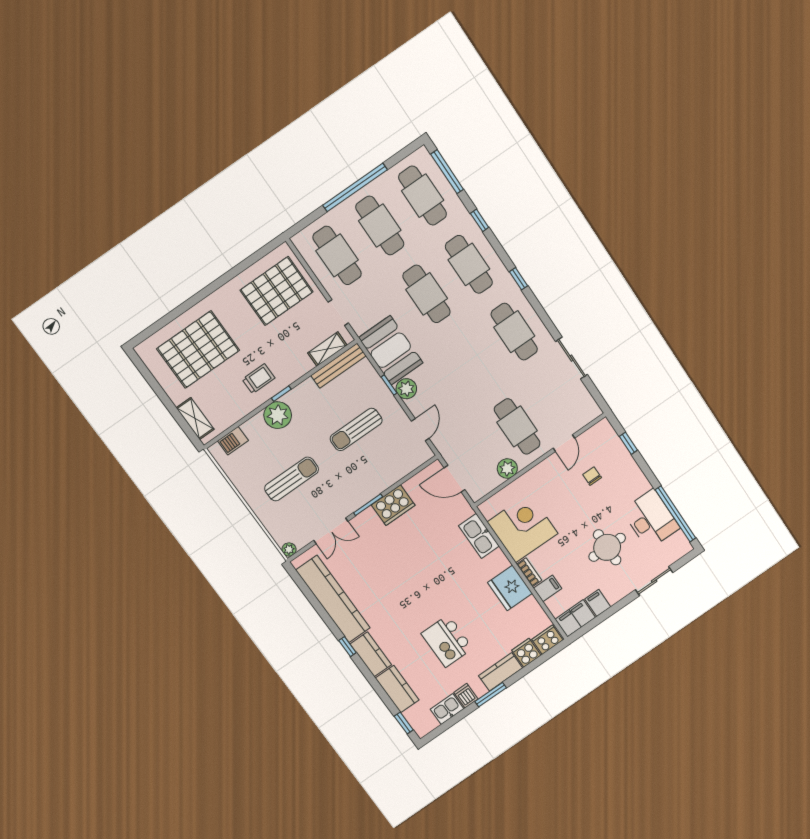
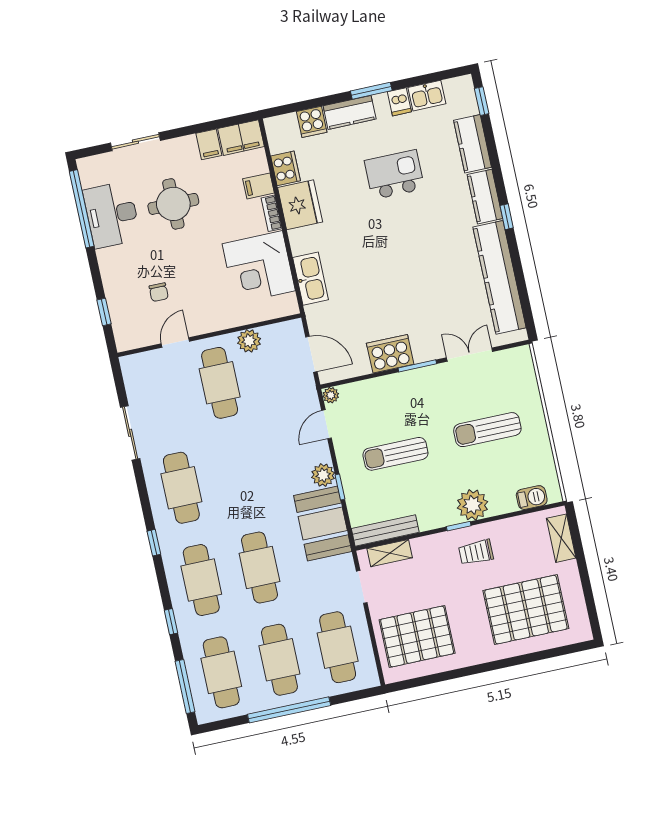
sun lounger: (356, 429) -> (395, 454), turned 180
plant: (289, 549) -> (331, 395), moved
cooker: (547, 640) -> (286, 168), moved, turned -90
kitchen island: (447, 641) -> (394, 175), turned -90

